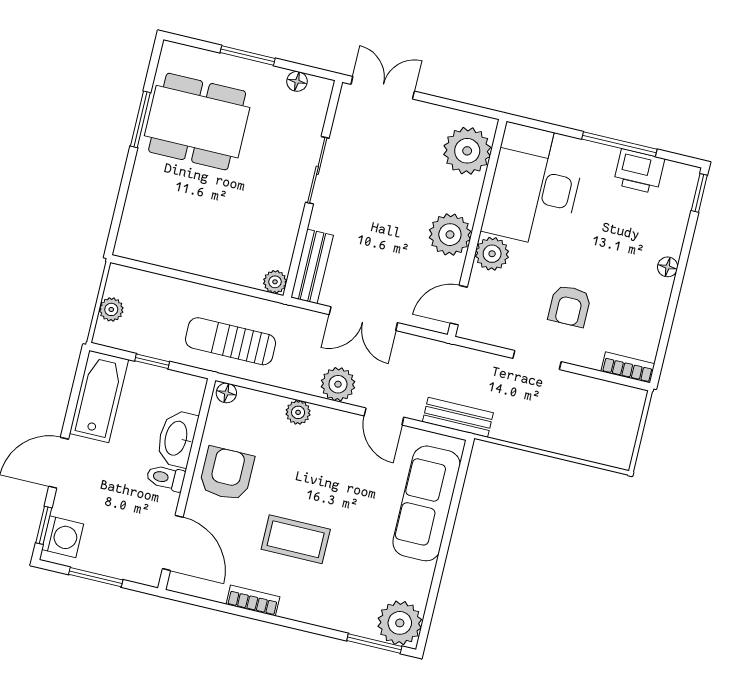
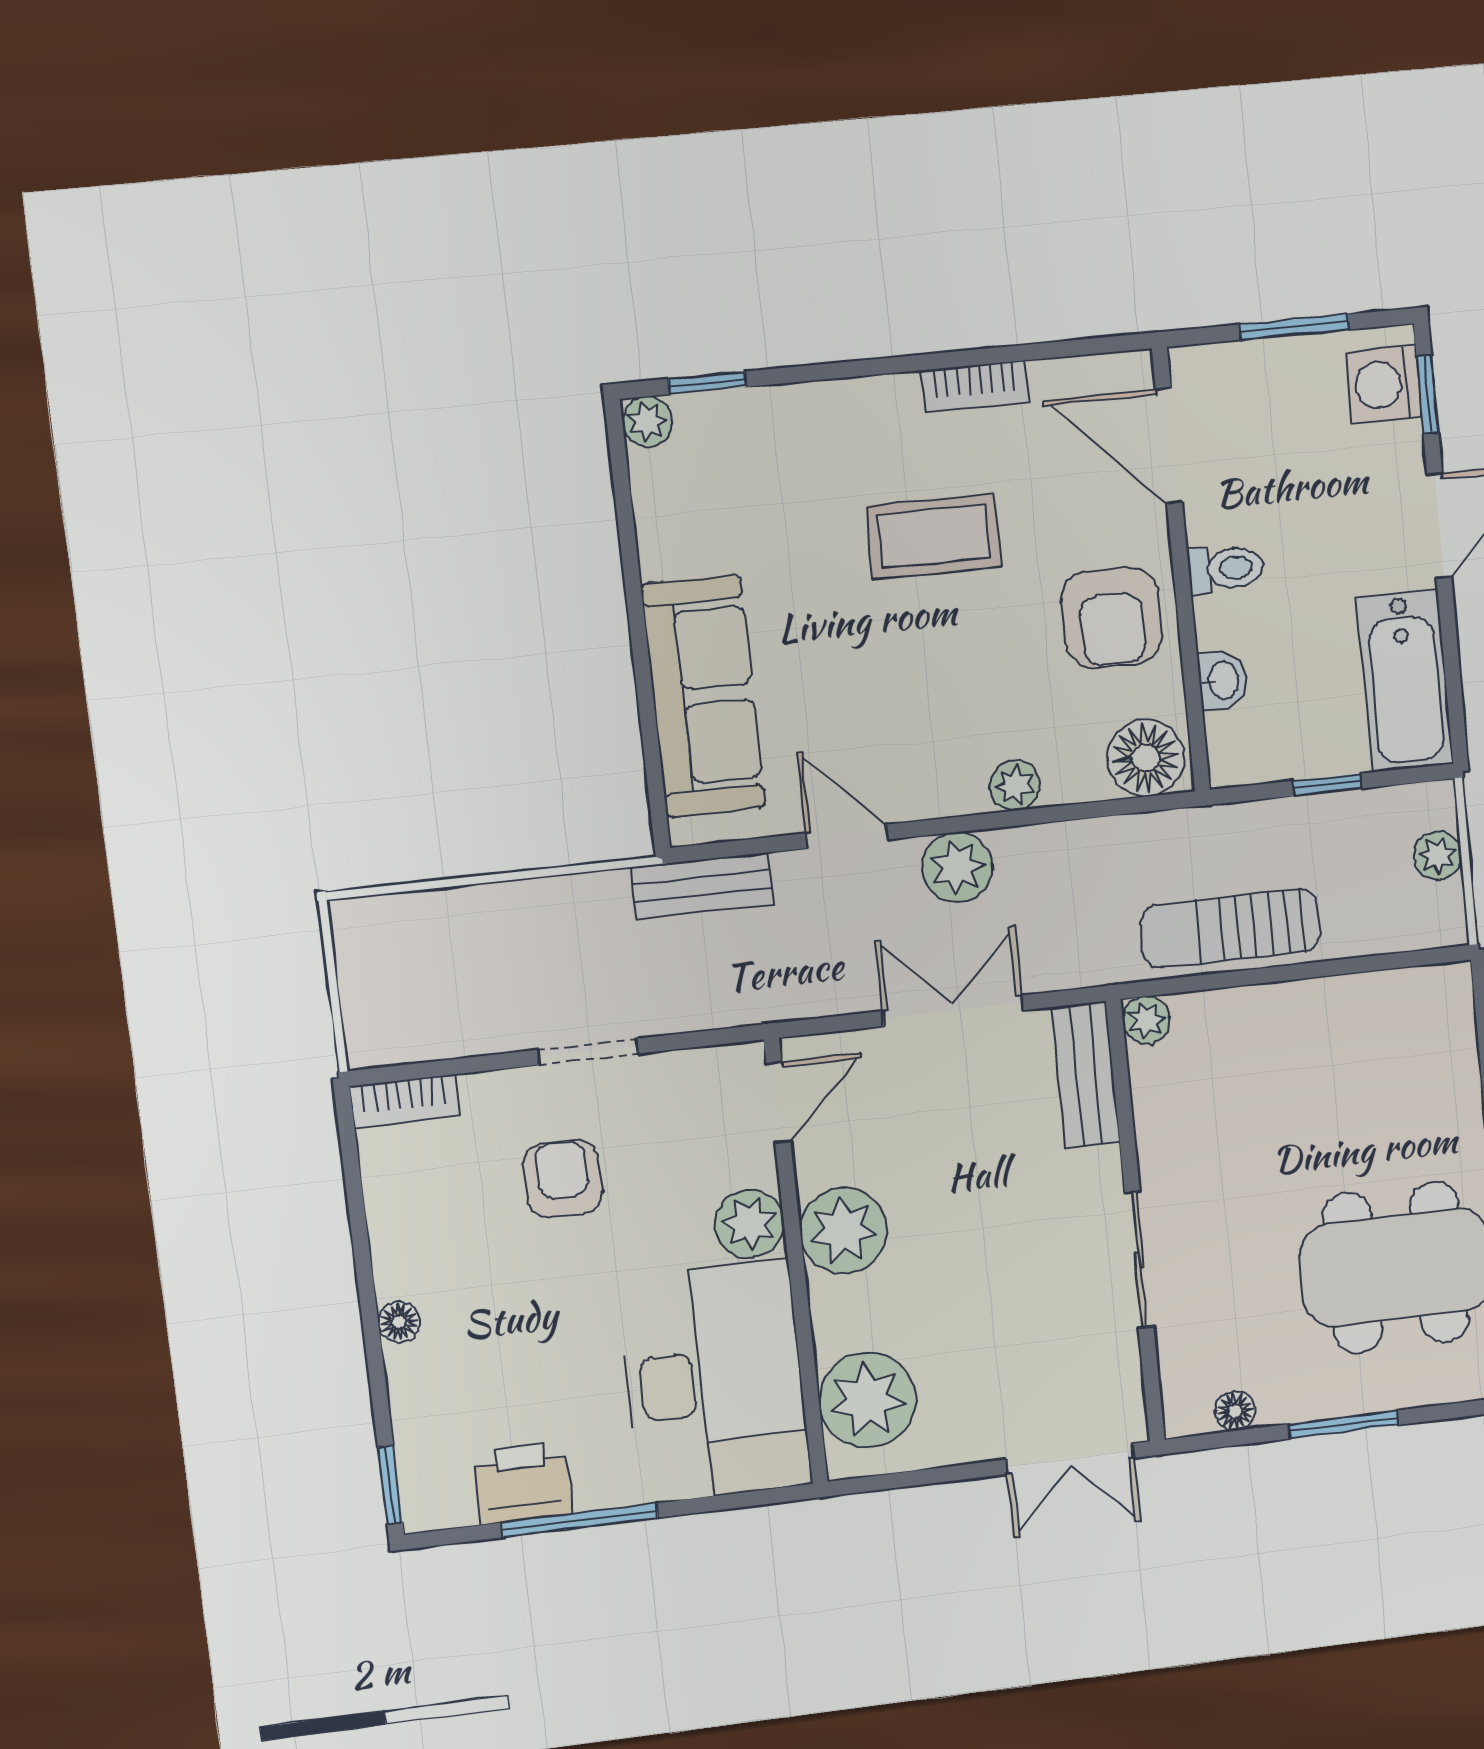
sun lounger: (230, 341) -> (1230, 928), moved, turned 180
floor lamp: (226, 393) -> (1146, 758), width x1.89, depth x1.89
washbasin: (177, 438) -> (1222, 680), width x0.52, depth x0.69
plant: (400, 623) -> (647, 421), width x0.53, depth x0.53
window: (374, 643) -> (707, 383), width x0.67

